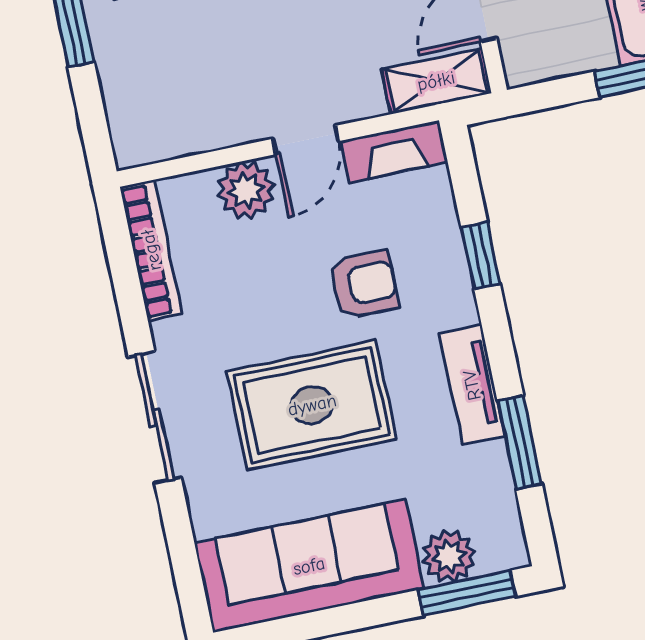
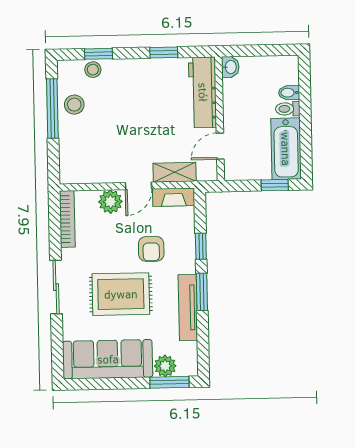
shelving: (436, 81) -> (175, 172), moved
armchair: (364, 284) -> (151, 249), turned 90
tv unit: (472, 385) -> (188, 308), width x1.41
window: (520, 442) -> (202, 292), moved

